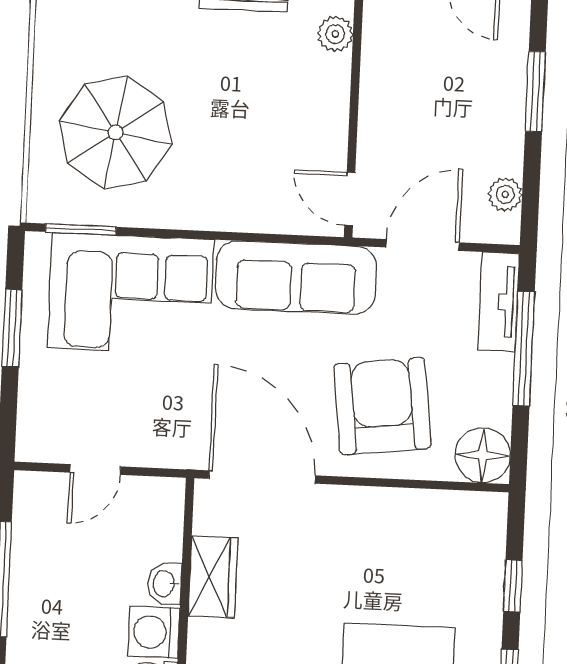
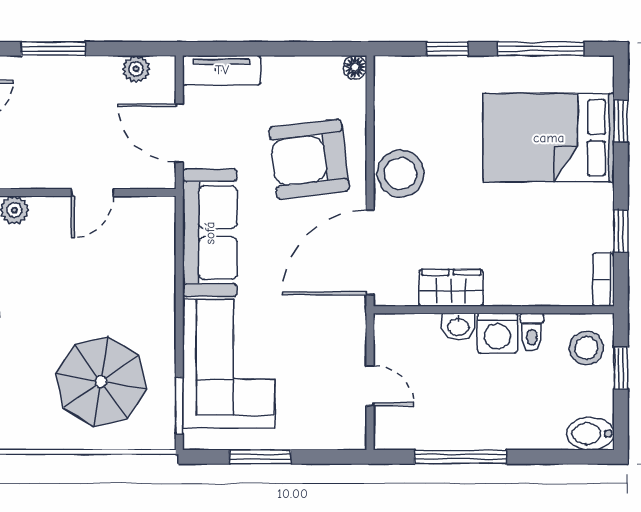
door: (350, 199) -> (92, 193), moved
window: (524, 349) -> (258, 49), removed
floor lamp: (483, 455) -> (355, 67), width x0.53, depth x0.53
stool: (359, 520) -> (401, 173), added

